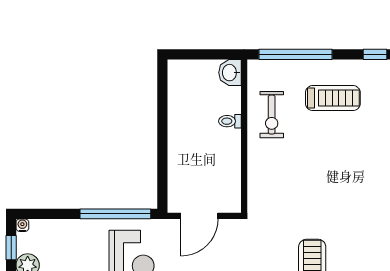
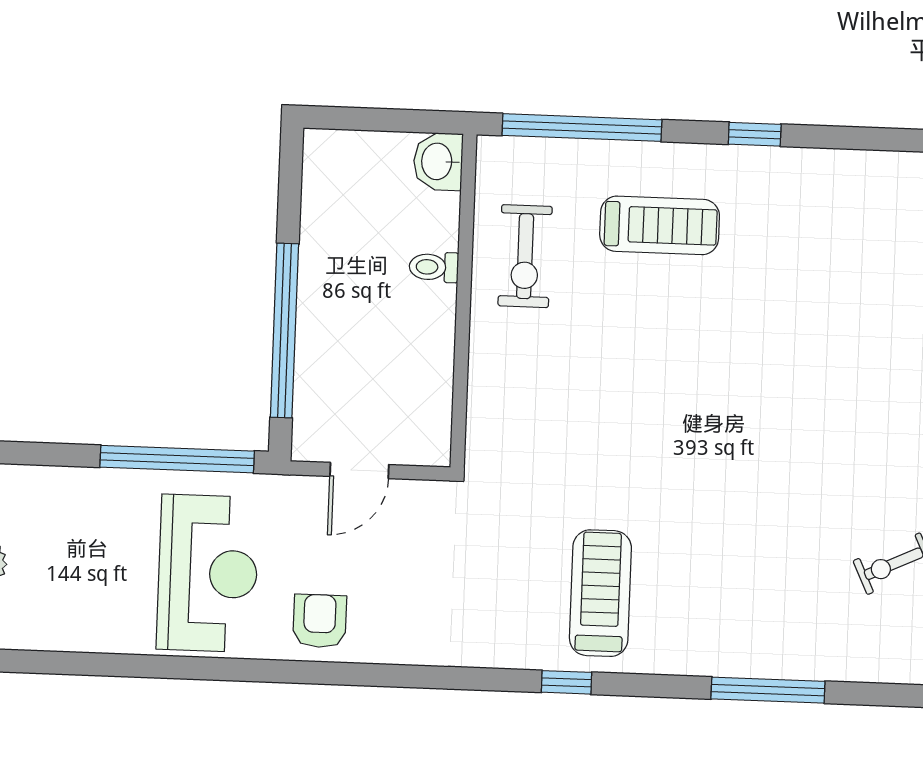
window: (162, 153) -> (284, 331), added
door: (199, 216) -> (359, 470), width x0.73

